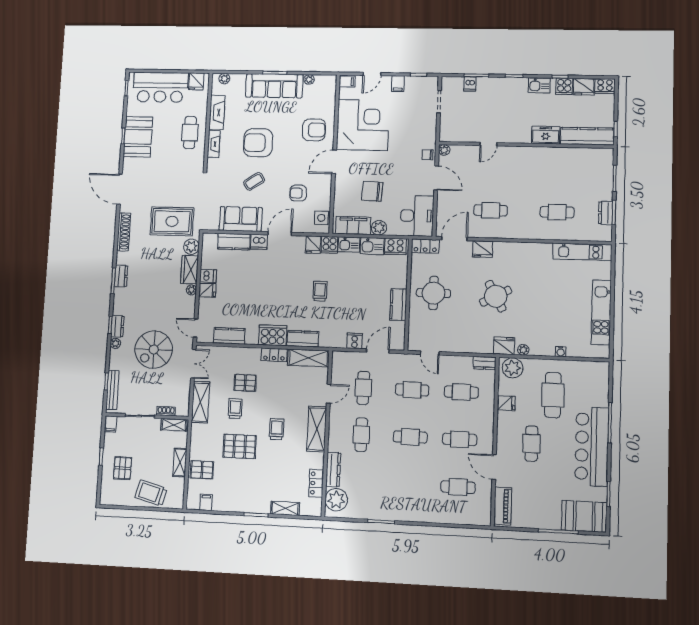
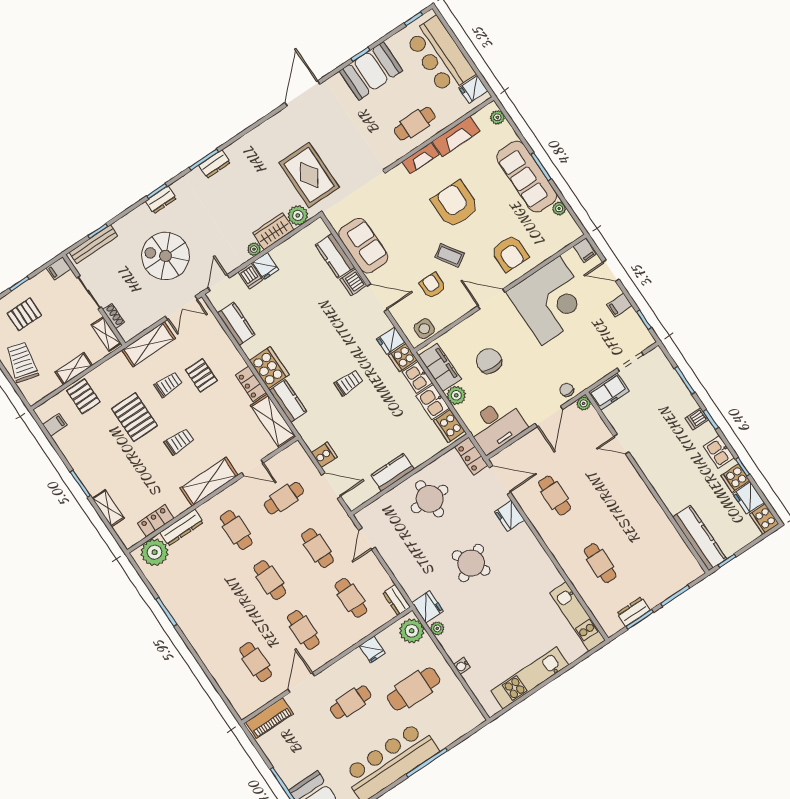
dishwasher: (470, 84) -> (697, 419), moved
freezer: (546, 135) -> (609, 392), moved, turned 90
coffee table: (254, 181) -> (450, 255), moved
shoe rack: (124, 232) -> (262, 132), removed
dishwasher: (208, 276) -> (250, 276), moved
plant: (115, 343) -> (142, 211), removed
cafe table: (361, 435) -> (236, 530), turned 90

